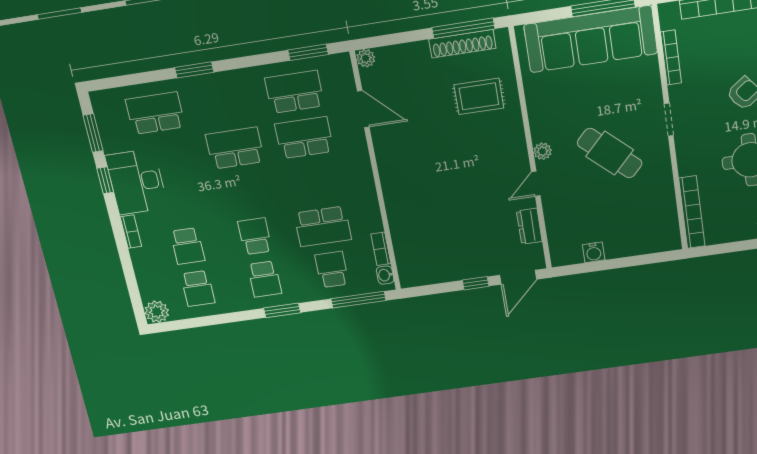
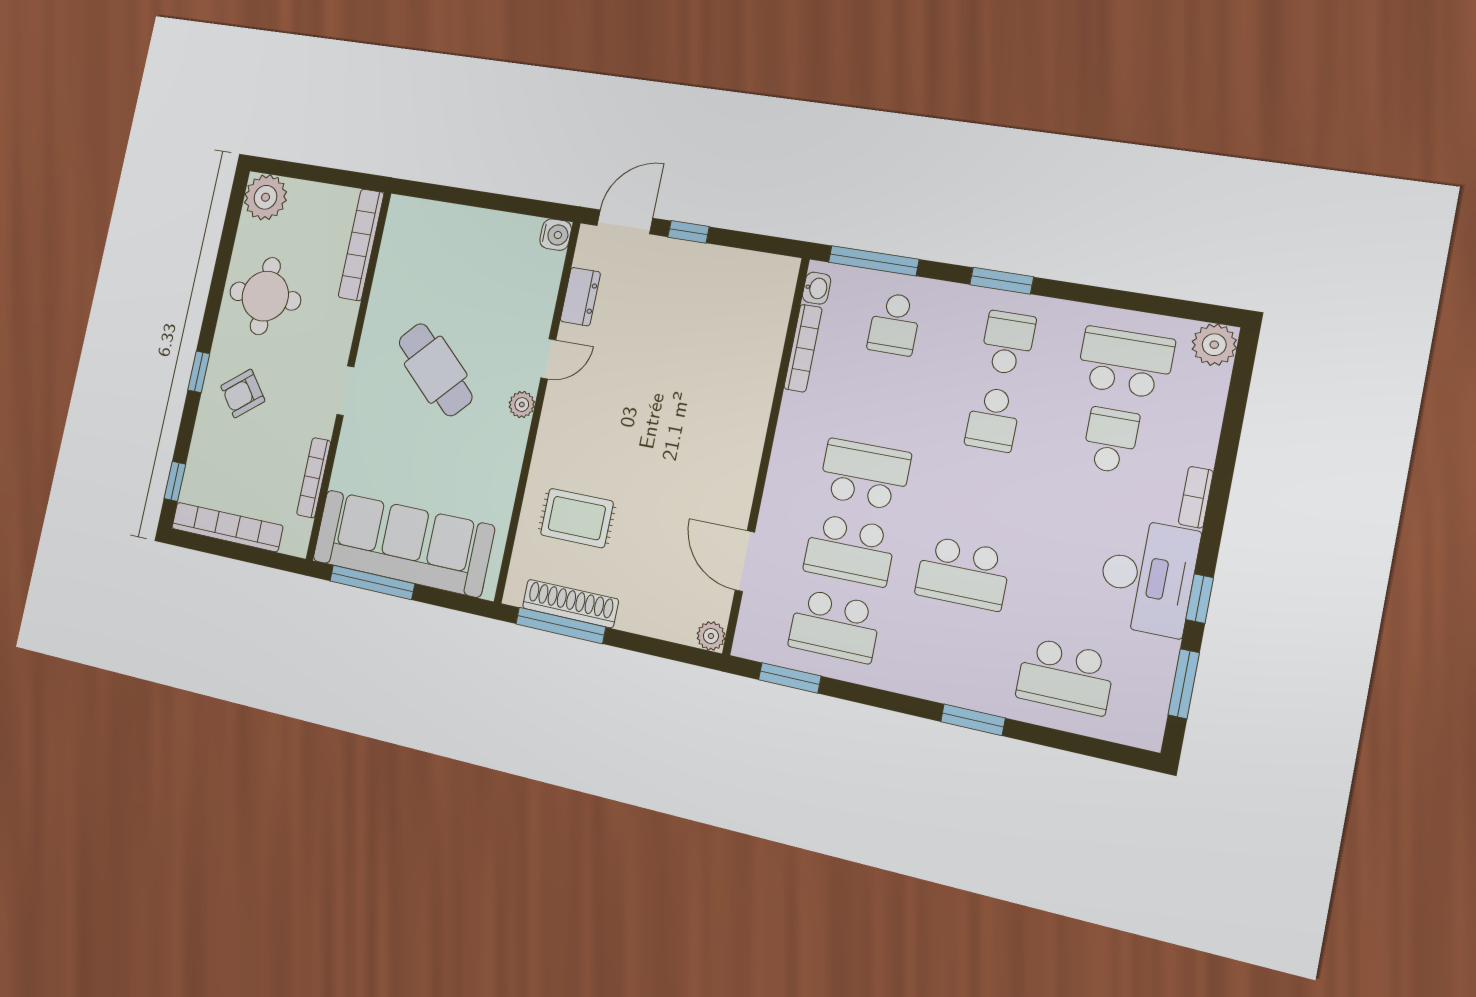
school desk: (323, 226) -> (865, 474), moved
bookcase: (381, 249) -> (803, 348), width x1.56
water cooler: (594, 252) -> (556, 235), moved, turned 90
school desk: (198, 289) -> (1125, 362), width x1.85

